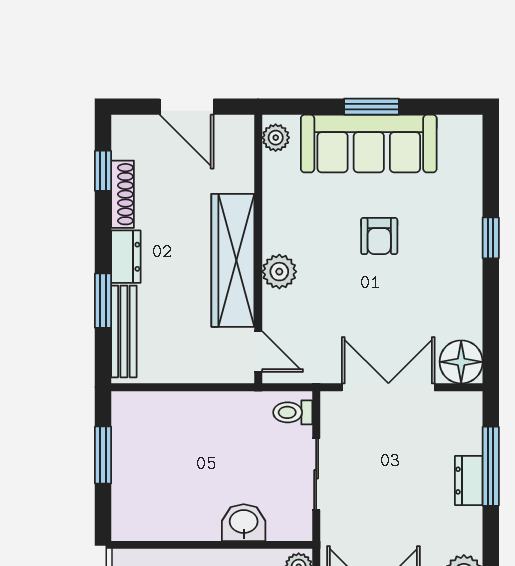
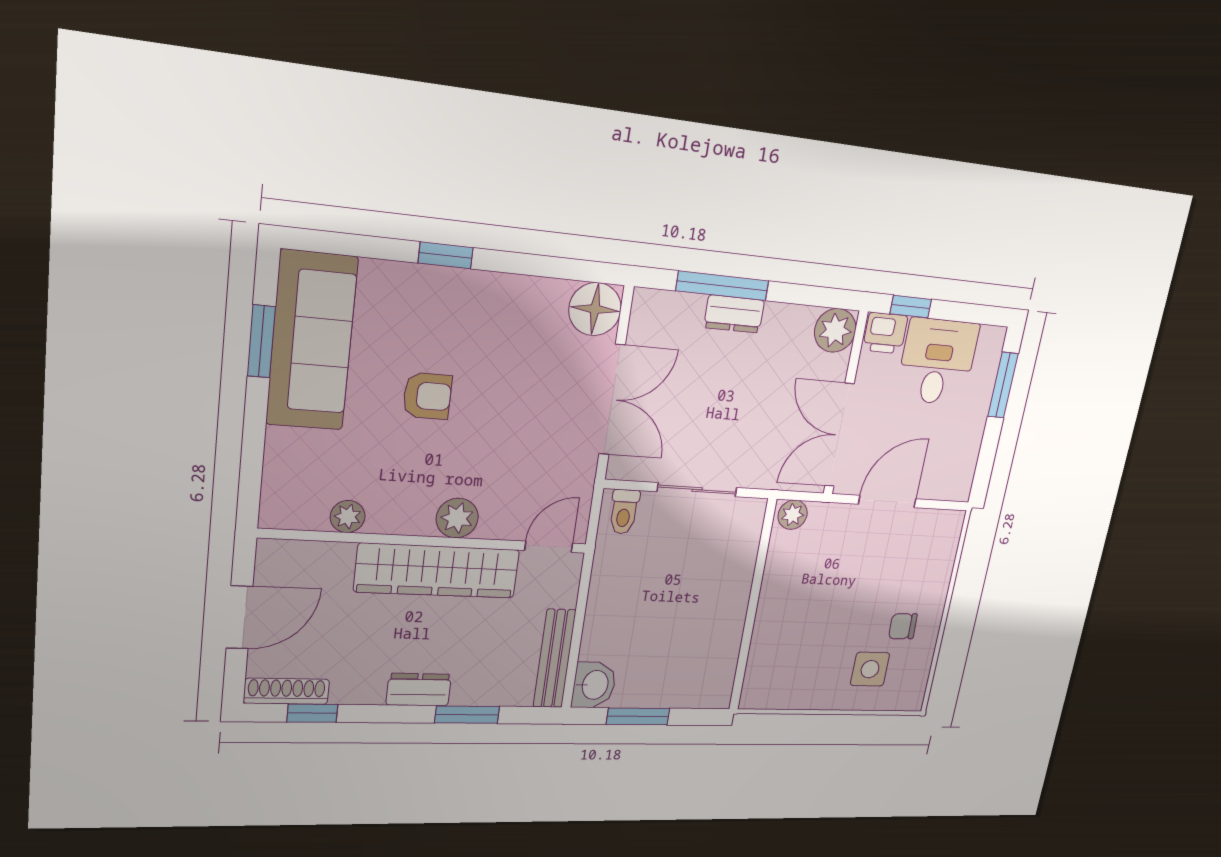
window: (371, 107) -> (261, 341), moved
plant: (276, 138) -> (348, 517), moved
sofa: (369, 144) -> (312, 341), moved
shoe rack: (122, 194) -> (286, 691), moved
bench: (124, 331) -> (555, 659), moved, turned 90
double door: (388, 387) -> (612, 400), swing flipped
washbasin: (244, 523) -> (594, 685), moved, turned 180

